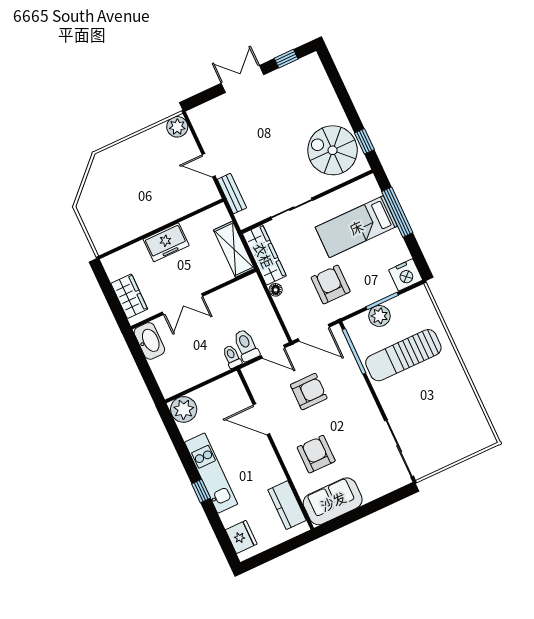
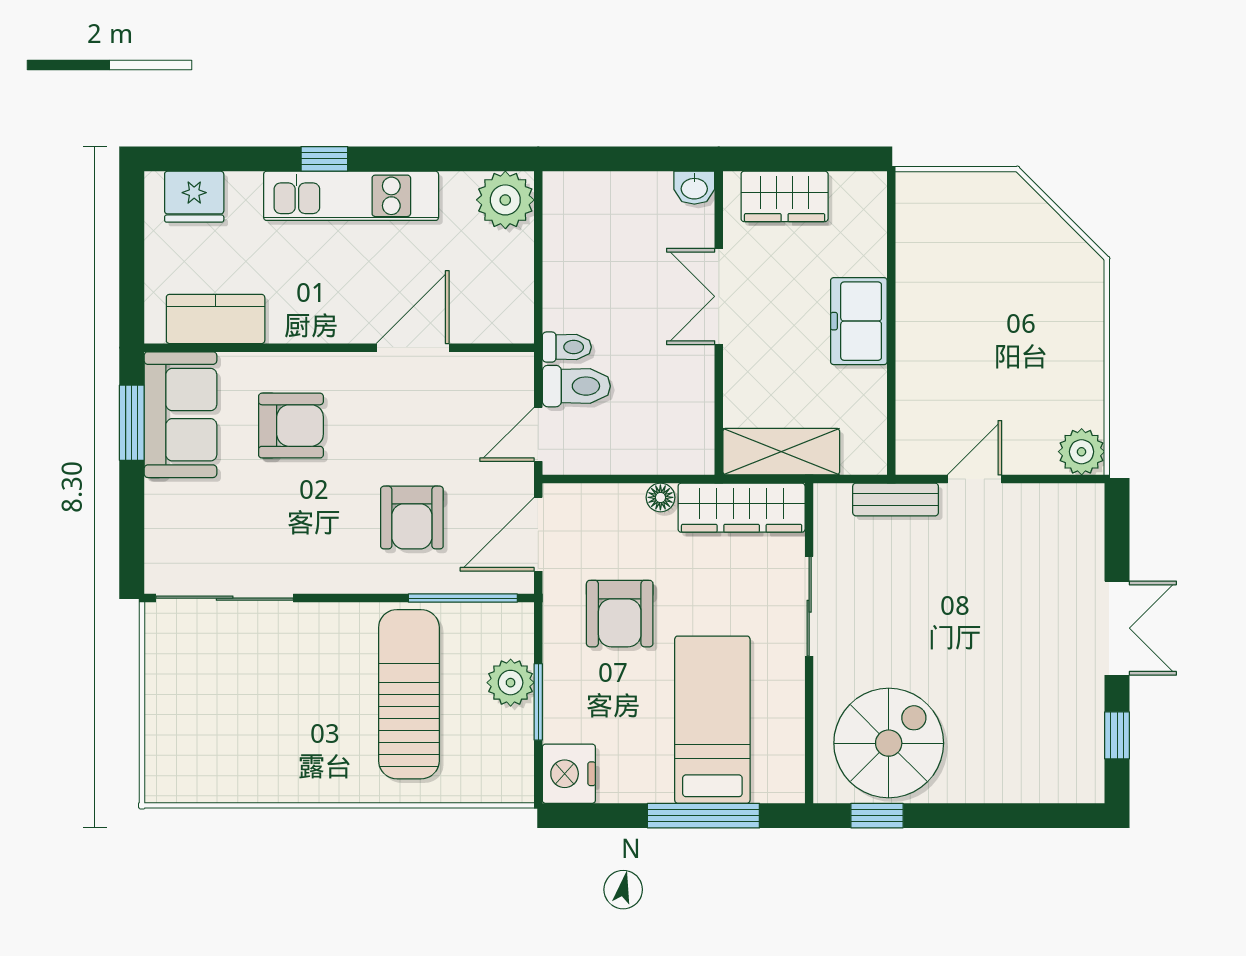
armchair: (331, 284) -> (620, 614), turned 90
washbasin: (149, 341) -> (694, 188), width x0.52, depth x0.69
armchair: (309, 392) -> (412, 518), moved
window: (345, 520) -> (132, 423), added

